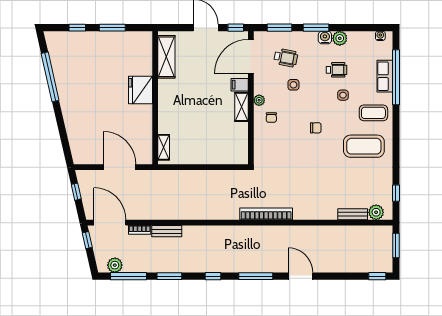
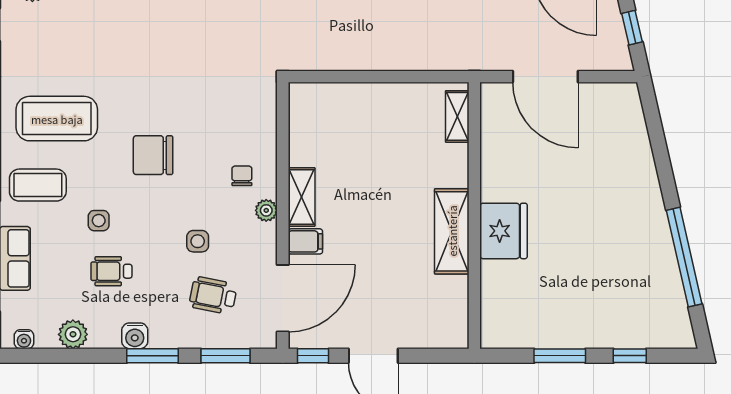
plant: (340, 38) -> (73, 334), moved
shelving: (166, 57) -> (452, 231), moved
chair: (316, 128) -> (153, 155), width x1.87, depth x1.87

